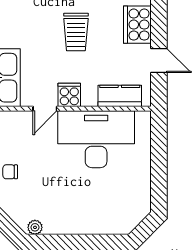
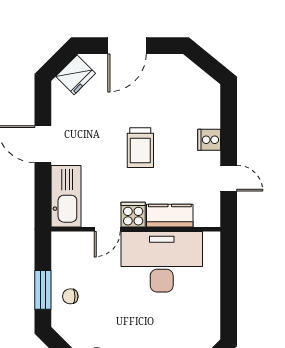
cooker: (137, 25) -> (209, 140), width x0.53, depth x0.76
kitchen counter: (120, 96) -> (170, 216), moved

